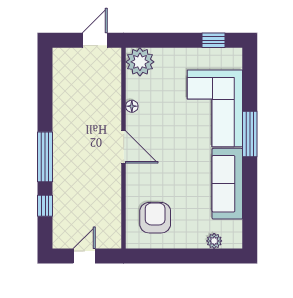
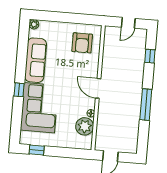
plant: (140, 62) -> (85, 126), moved
window: (250, 134) -> (19, 90), width x0.46
window: (45, 157) -> (146, 105), moved
plant: (214, 241) -> (34, 24), moved

